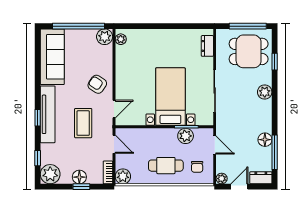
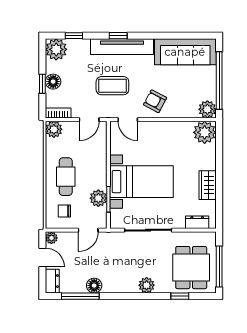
wardrobe: (174, 36) -> (208, 185), added
plant: (121, 39) -> (205, 132), width x1.88, depth x1.88
armchair: (97, 84) -> (155, 101), turned -96

